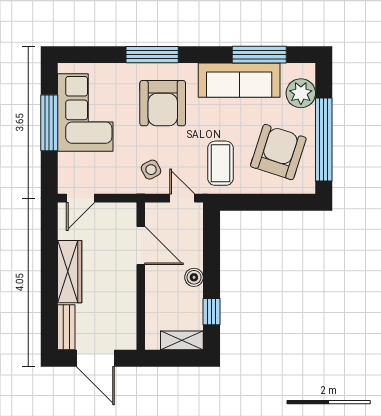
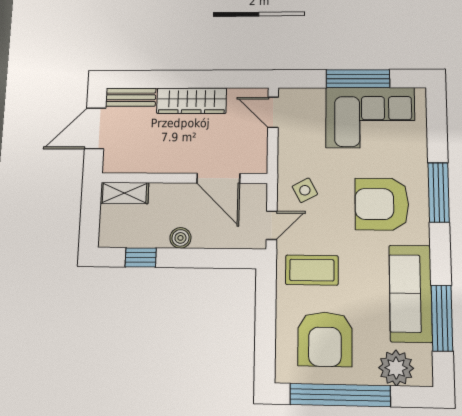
armchair: (278, 152) -> (325, 339), turned 72
door: (141, 246) -> (218, 178), hinge flipped
shelving: (182, 340) -> (124, 193), moved, turned 90

